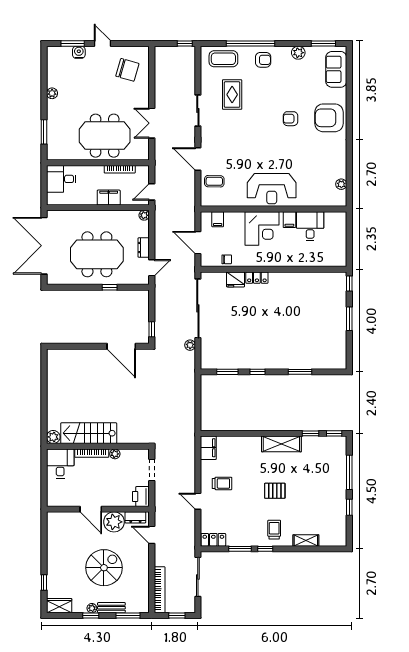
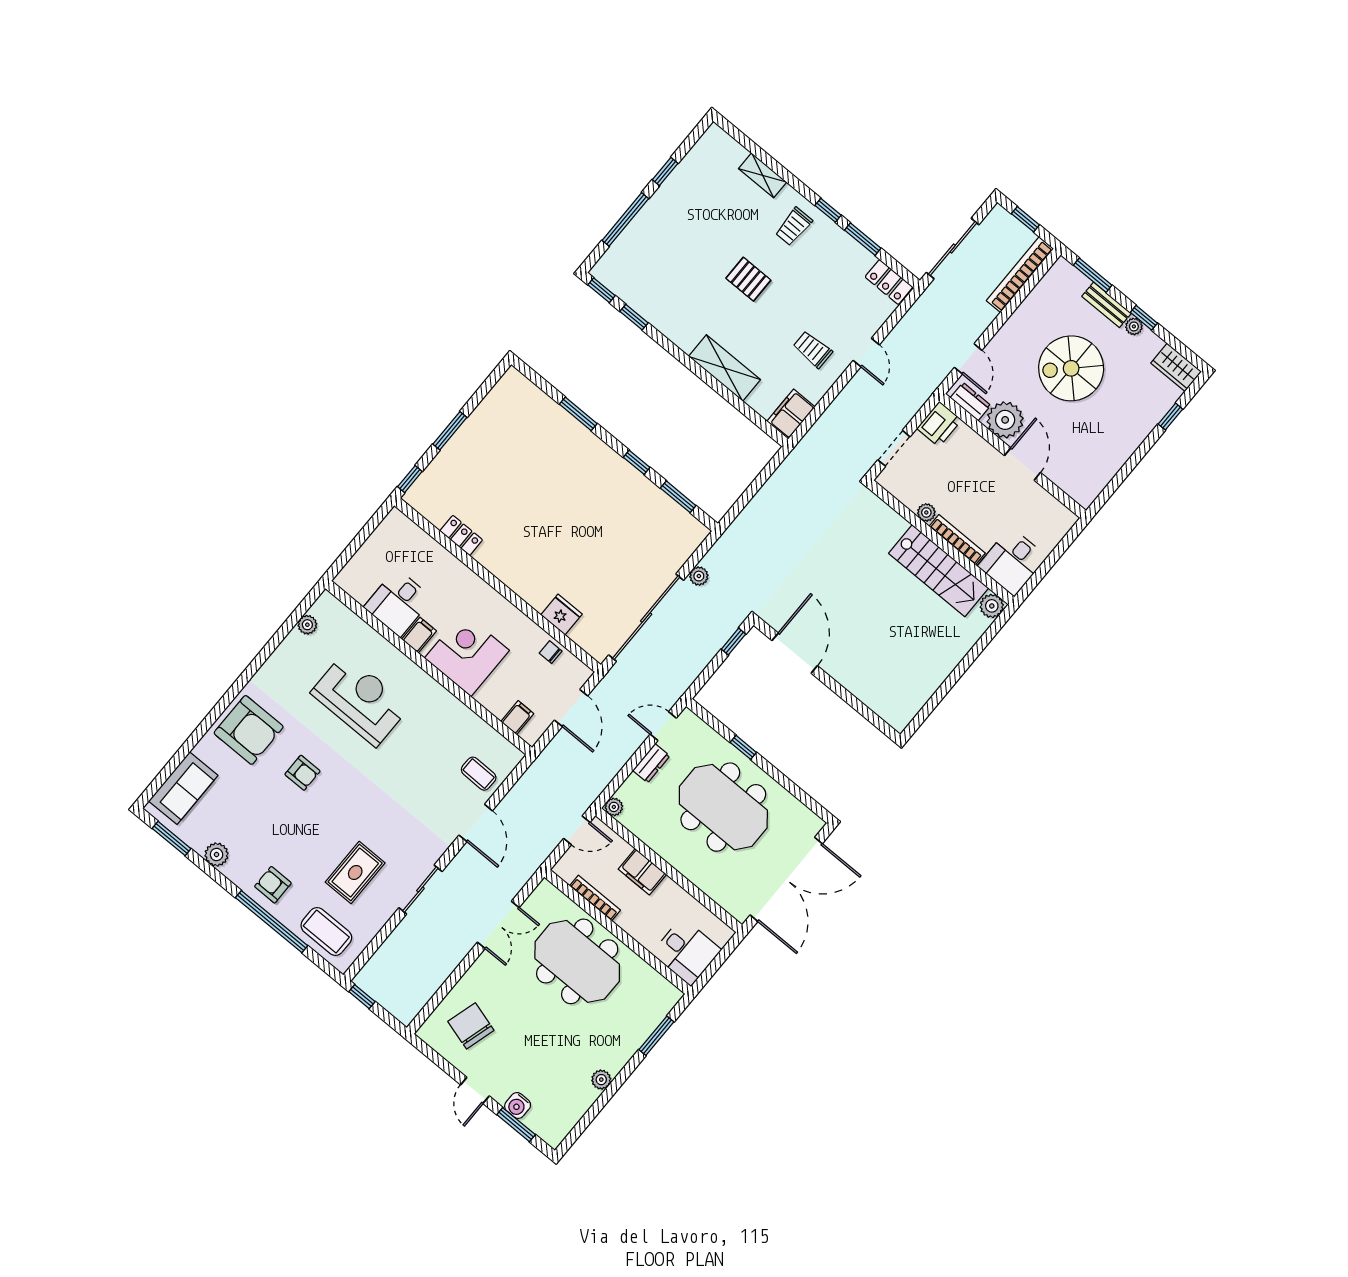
reception desk: (272, 189) -> (360, 700), moved
locker: (257, 278) -> (461, 535), moved
shelving: (281, 444) -> (724, 368), moved

